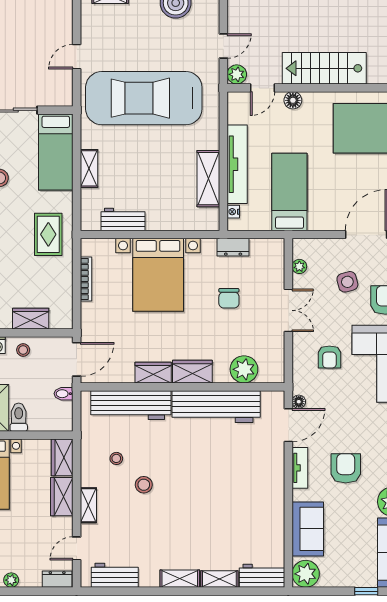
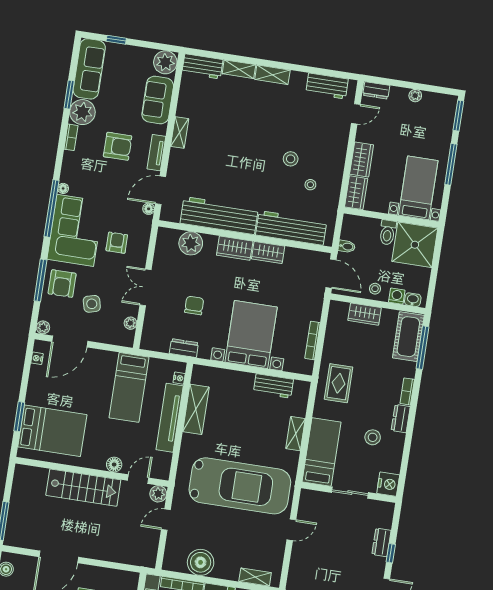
door: (77, 359) -> (331, 274), swing flipped
armchair: (346, 468) -> (118, 146), turned -90
shelving: (88, 505) -> (180, 132), moved

